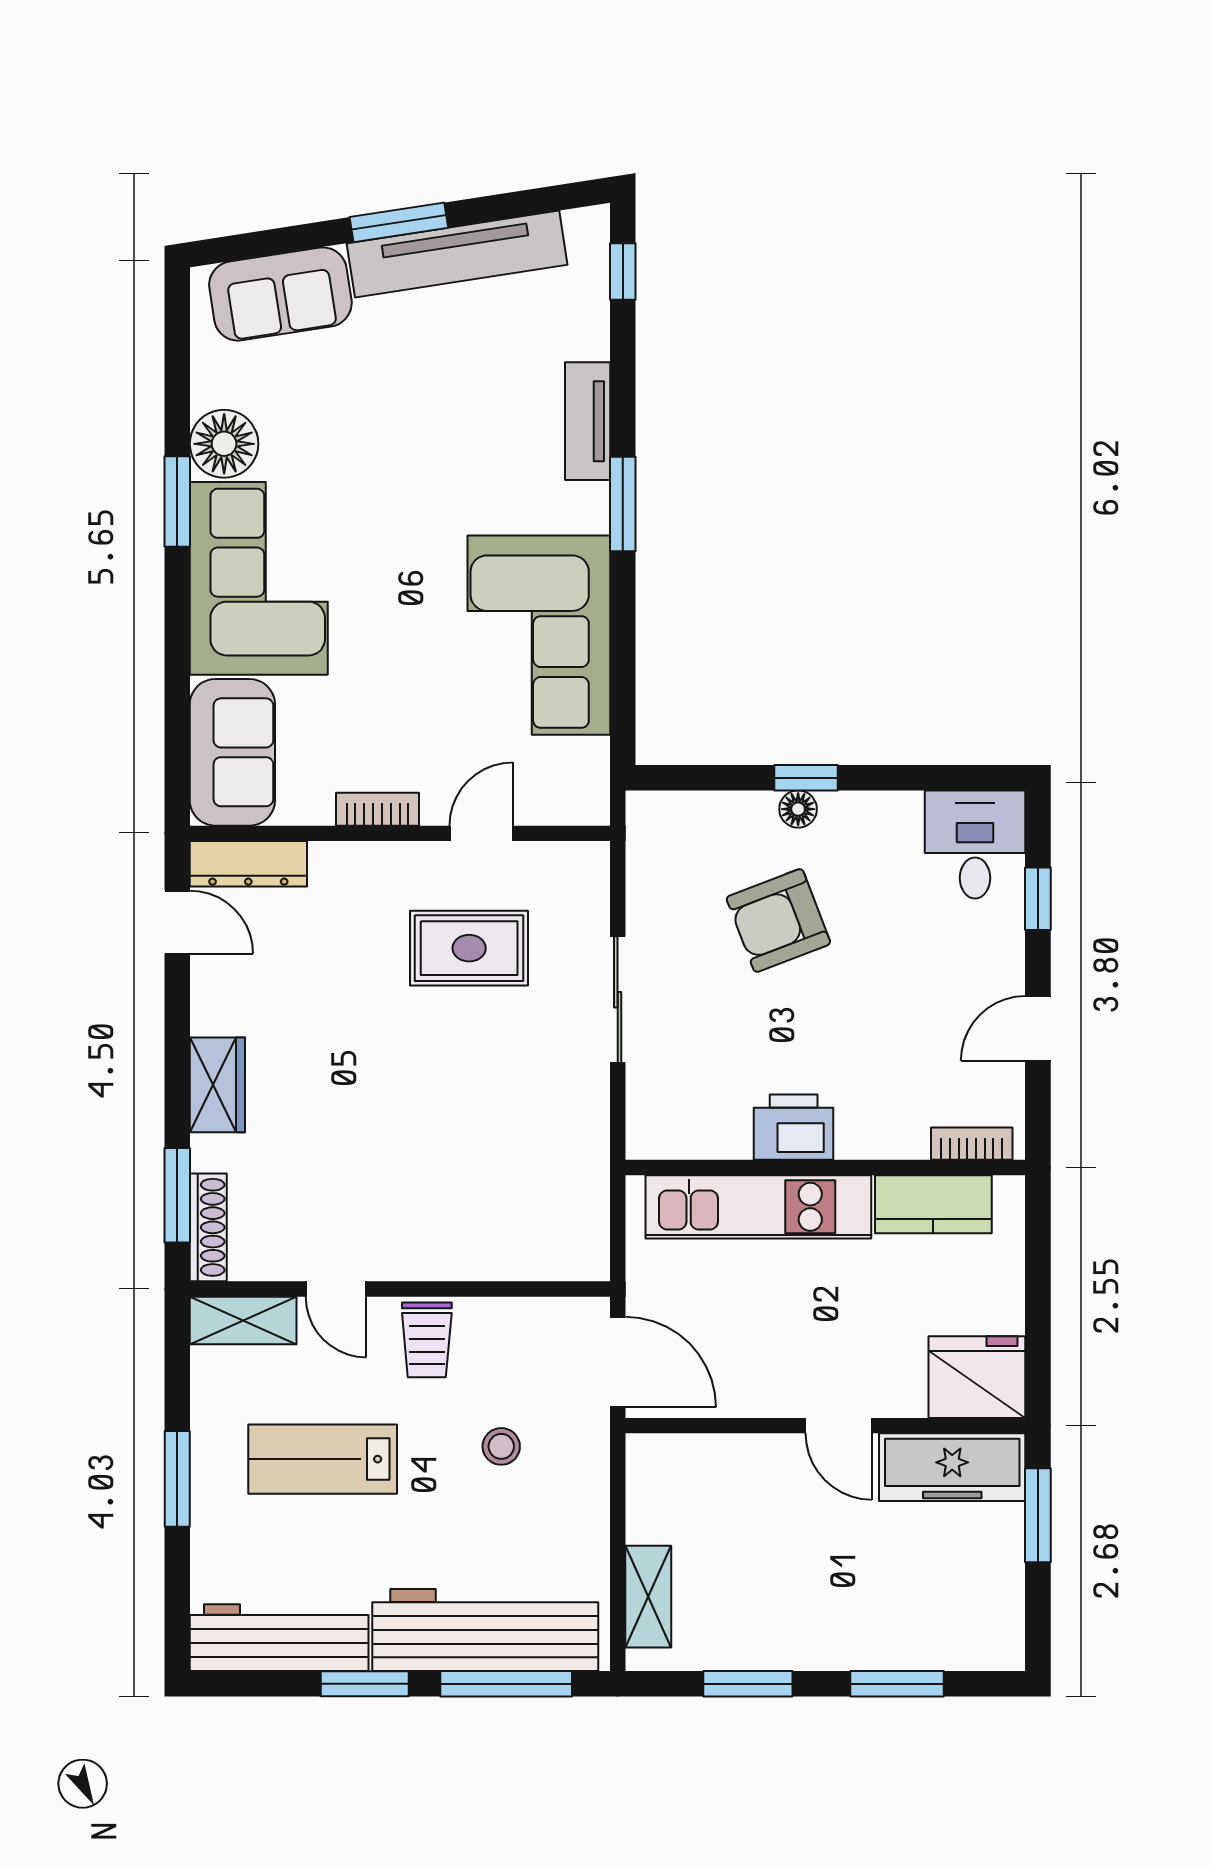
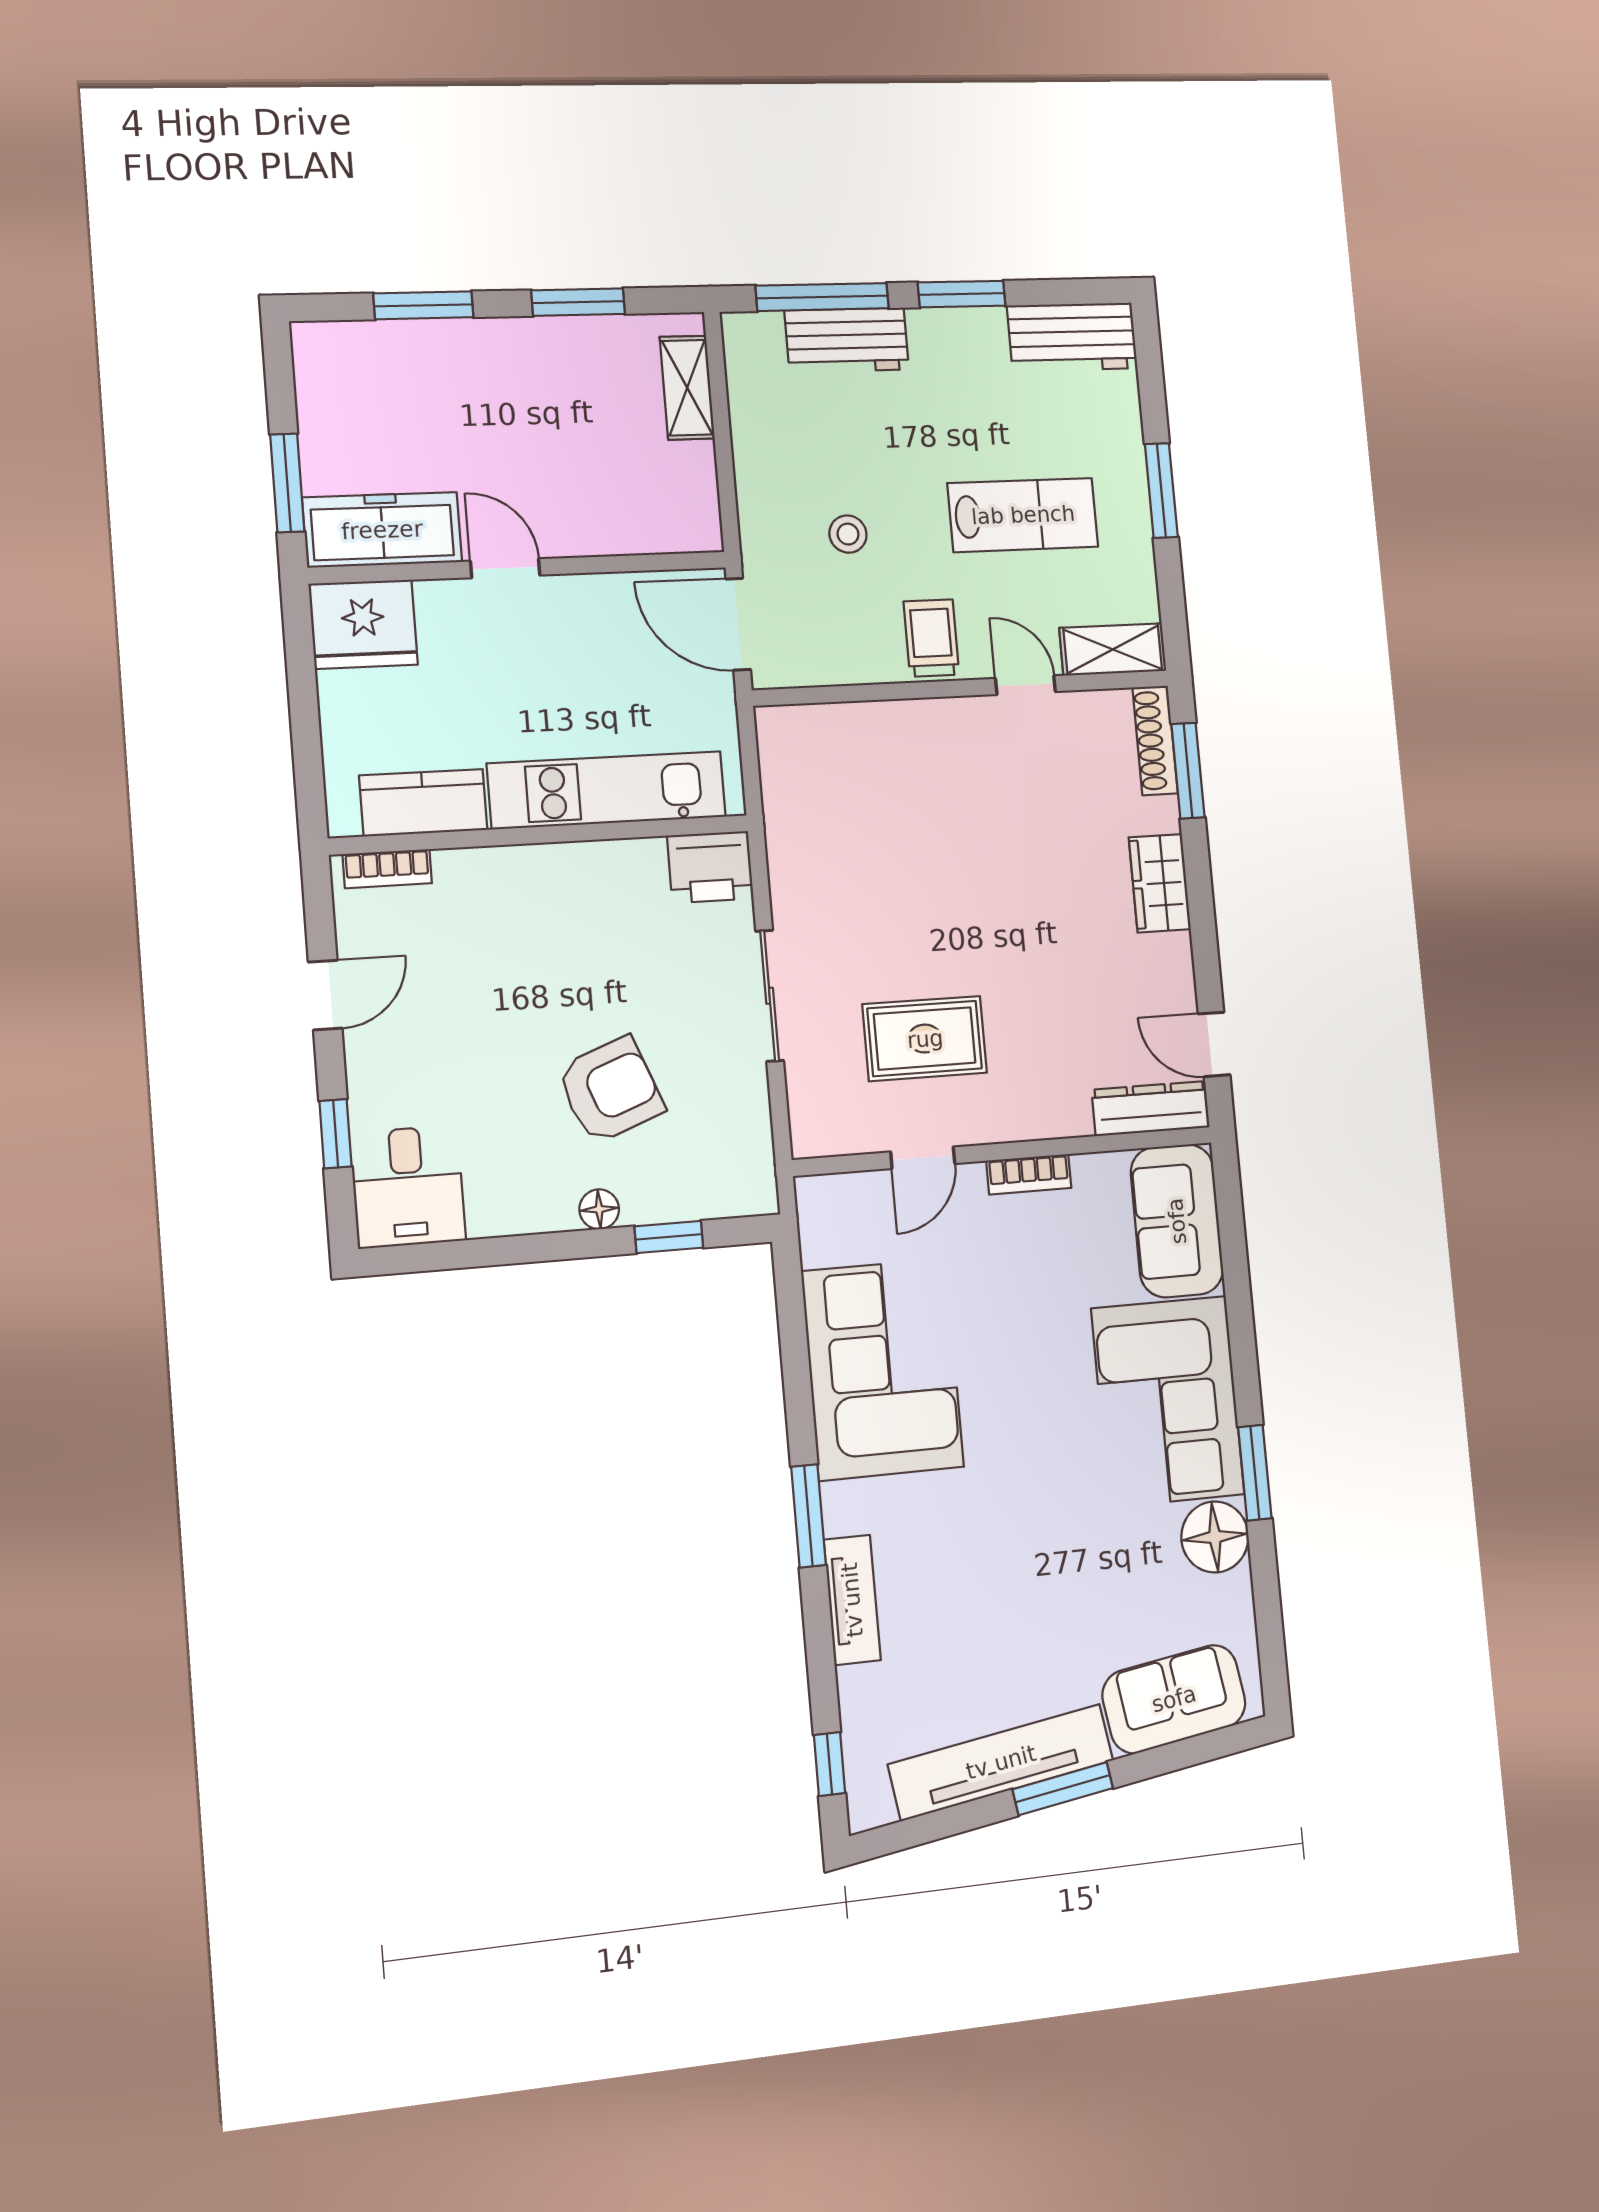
window: (806, 778) -> (669, 1237), moved
printer: (794, 1127) -> (710, 867), moved
workbench: (485, 1630) -> (847, 340), width x0.53, depth x0.76
workbench: (279, 1638) -> (1072, 337), width x0.73

